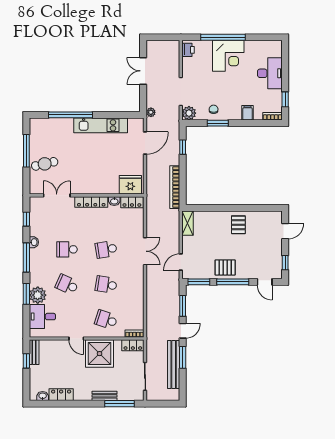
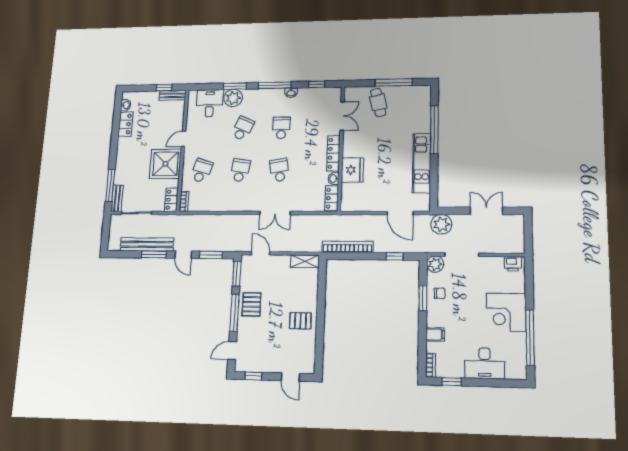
window: (223, 37) -> (530, 338), moved
plant: (151, 112) -> (441, 224), width x1.88, depth x1.88
fridge: (130, 185) -> (352, 170), moved
bench: (104, 396) -> (117, 198), moved

